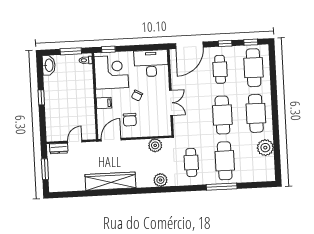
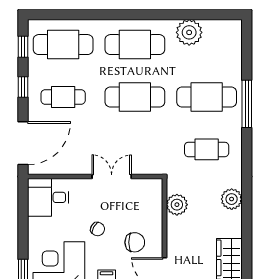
door: (189, 45) -> (23, 143), hinge flipped
desk: (151, 63) -> (48, 197), width x0.73

